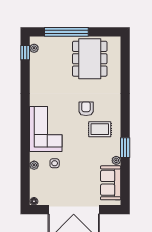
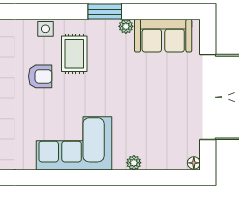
armchair: (86, 109) -> (40, 76), turned 180
side table: (55, 163) -> (45, 29), moved

